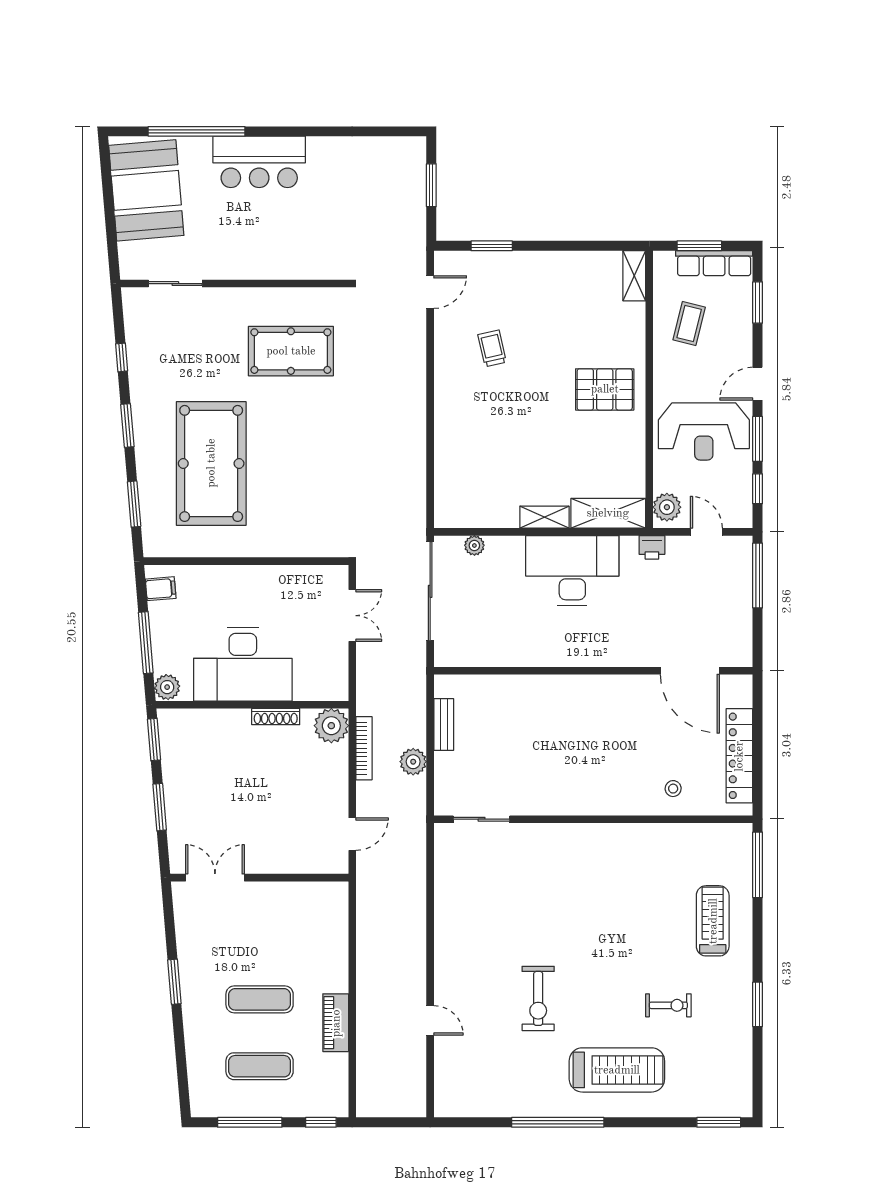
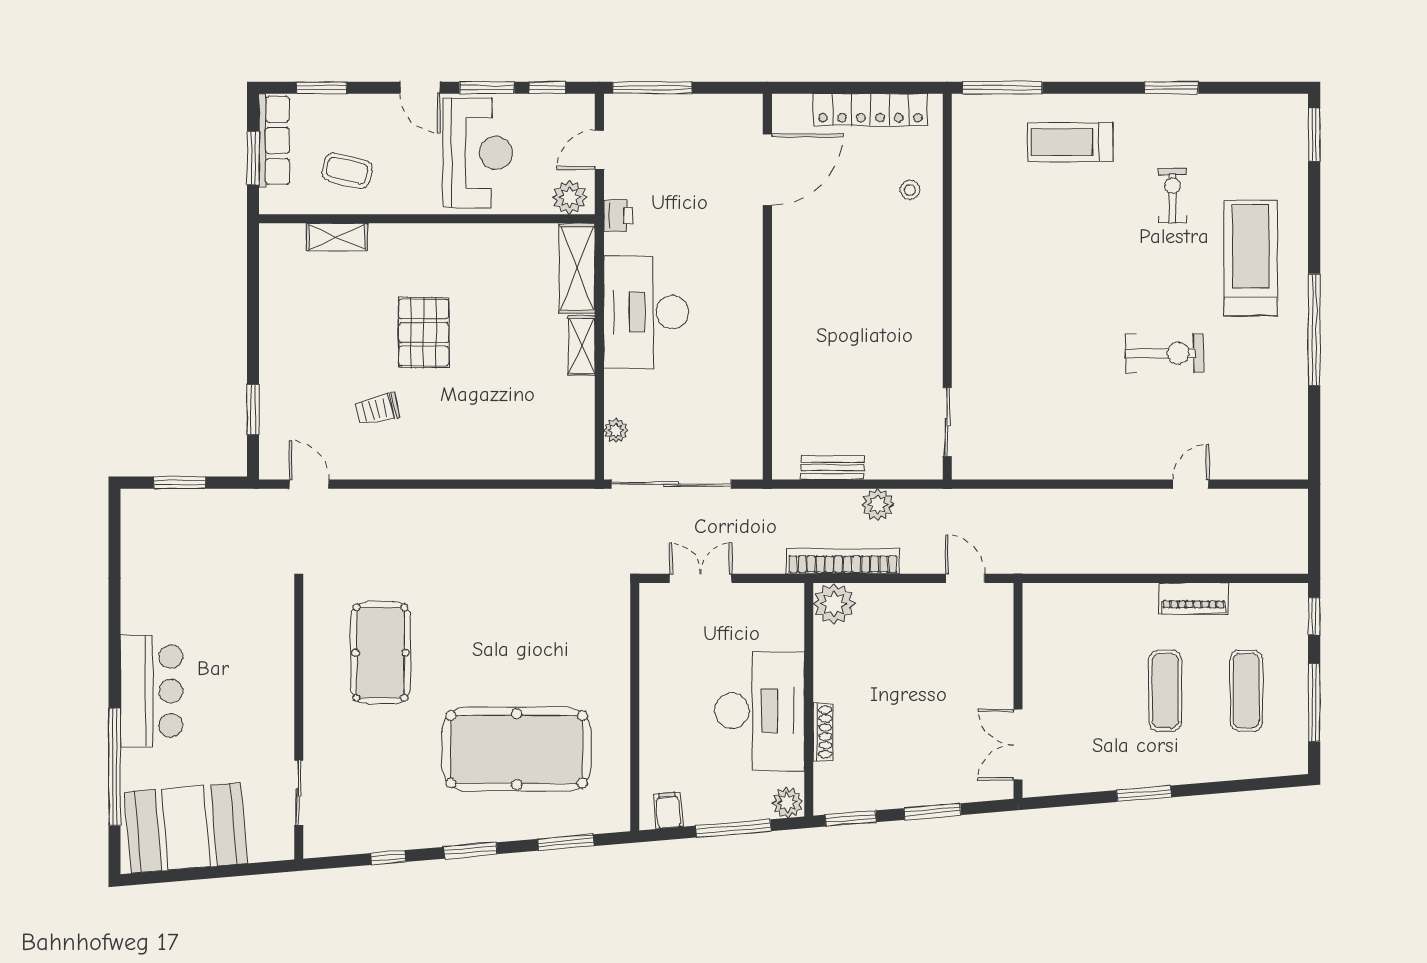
shelving: (634, 276) -> (337, 237), moved
pallet: (605, 389) -> (424, 333), moved
shoe rack: (276, 717) -> (823, 732), moved
bookcase: (364, 748) -> (843, 561), width x1.48, depth x1.31

